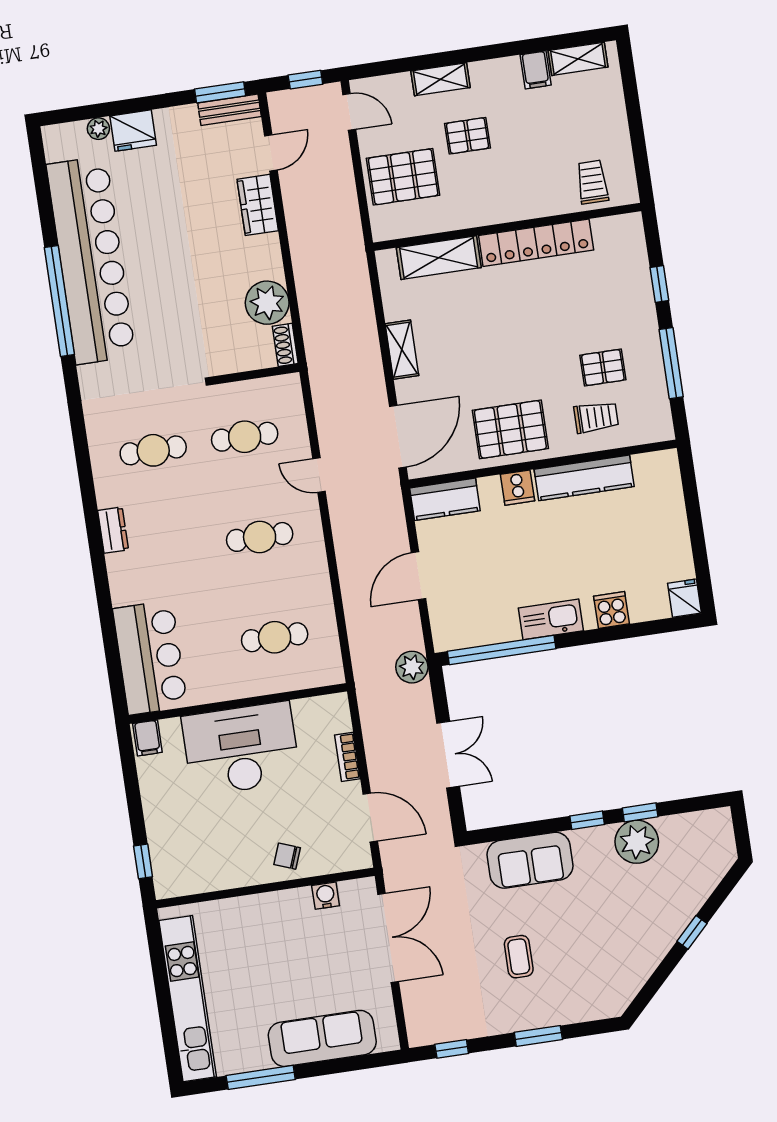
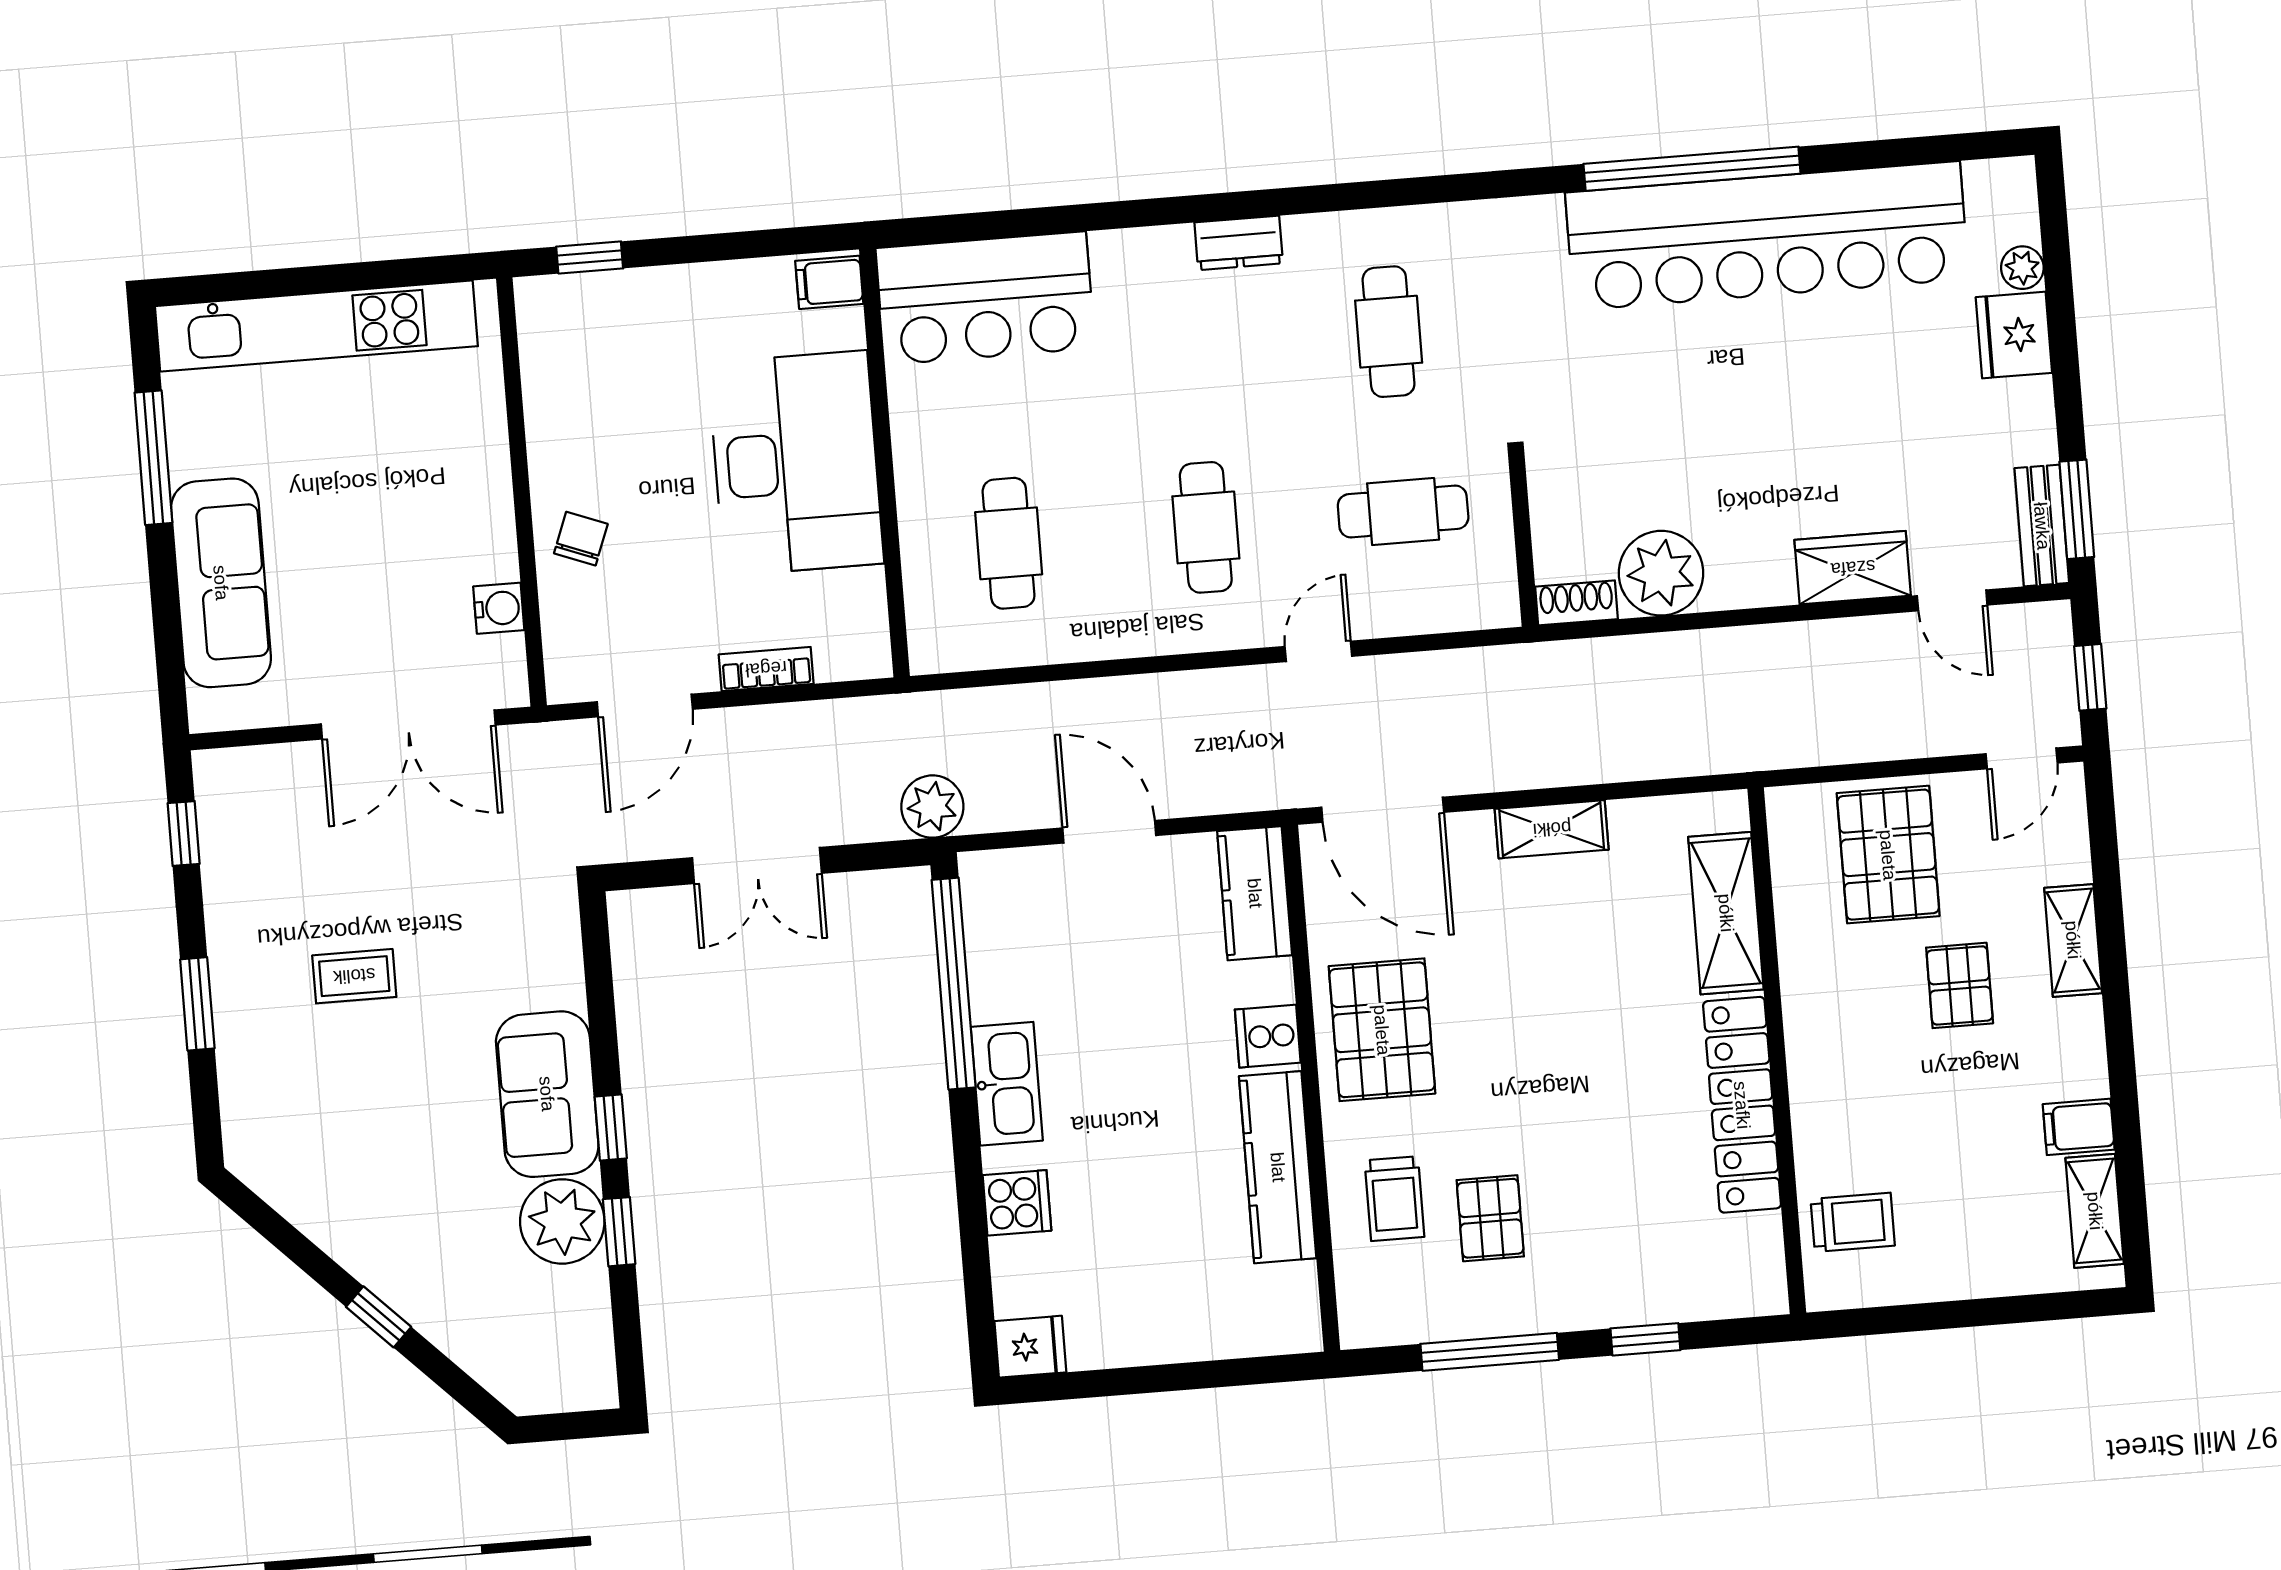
cafe table: (245, 437) -> (1403, 512), turned 90
sofa: (530, 860) -> (547, 1094), moved

